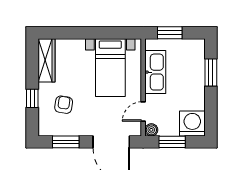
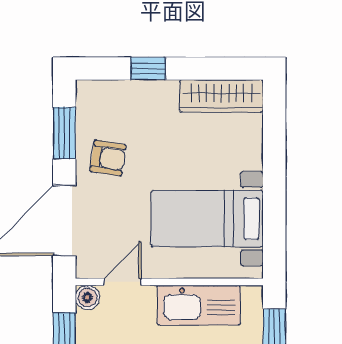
armchair: (64, 105) -> (108, 158), moved
door: (143, 112) -> (123, 282), hinge flipped

